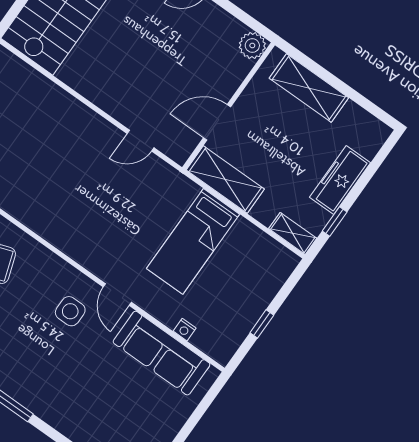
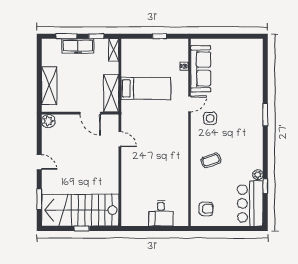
window: (369, 173) -> (66, 36), added

